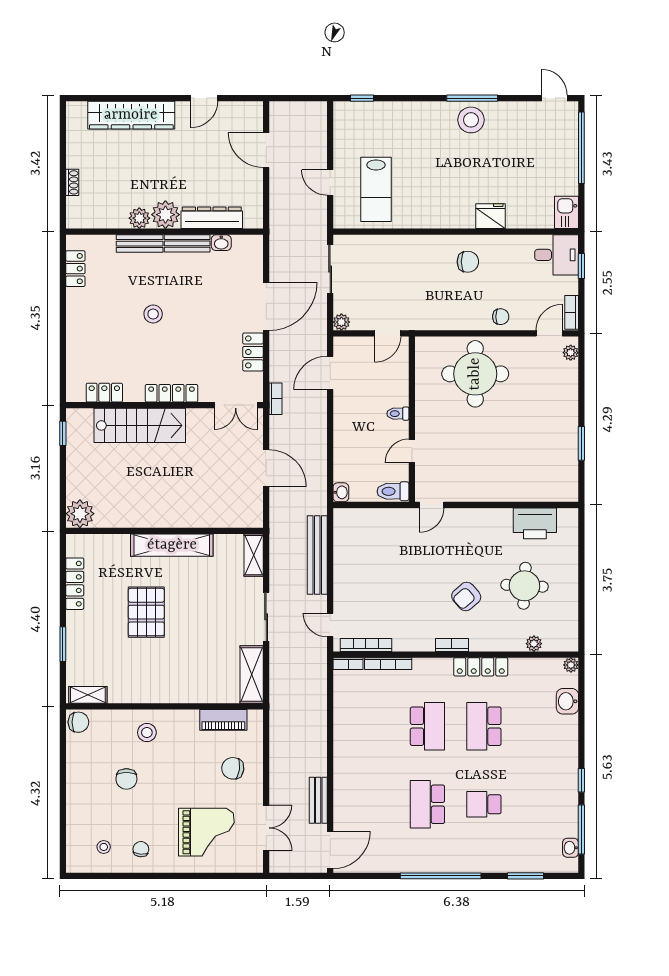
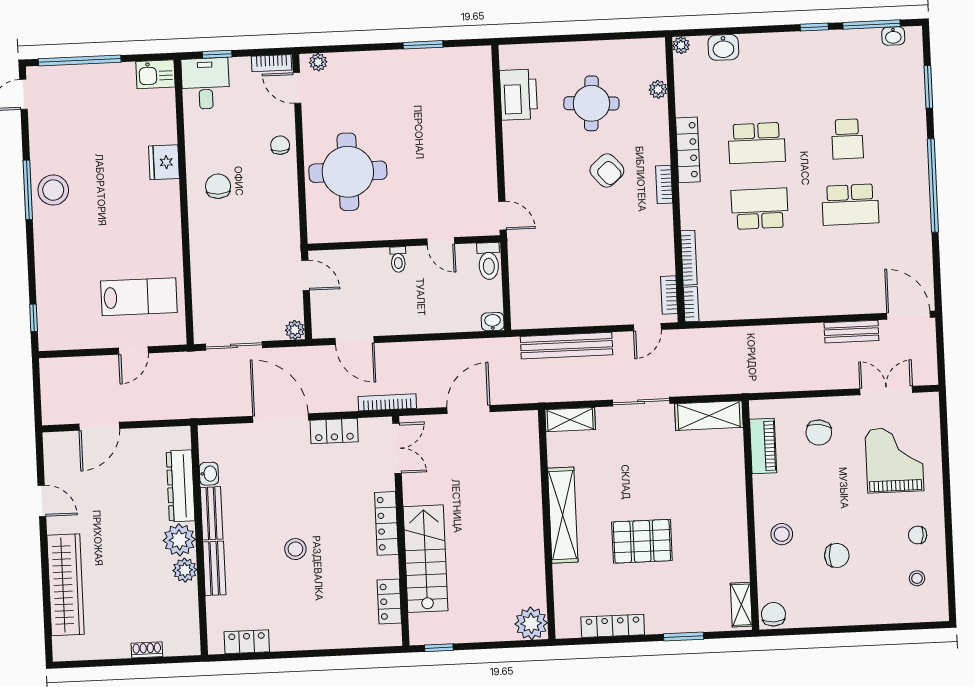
bookcase: (276, 399) -> (387, 402), width x1.56
bookcase: (366, 645) -> (669, 295), width x0.64

